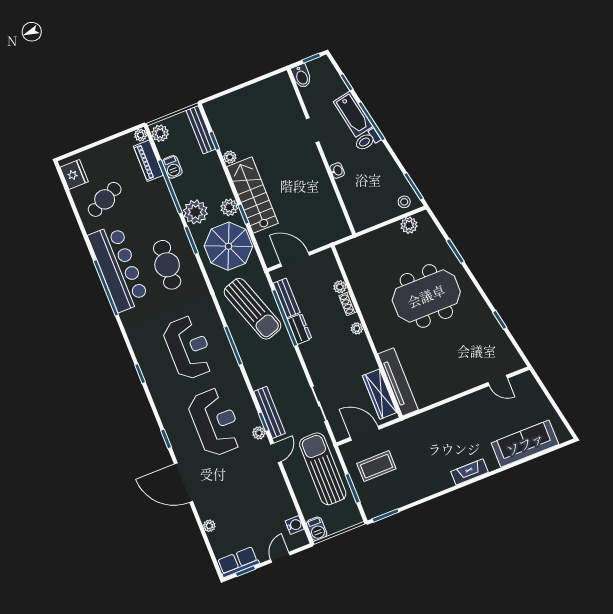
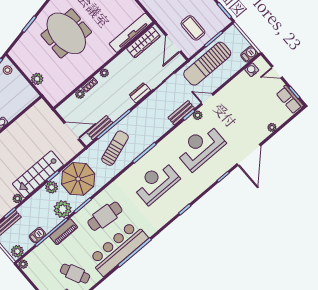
piano: (148, 161) -> (63, 232), moved
plant: (409, 225) -> (37, 79), moved
door: (295, 259) -> (72, 131), swing flipped
sun lounger: (253, 309) -> (115, 148), width x0.73, depth x0.75
dresser: (300, 329) -> (140, 93), moved
bench: (270, 412) -> (181, 113), width x0.73

